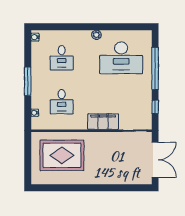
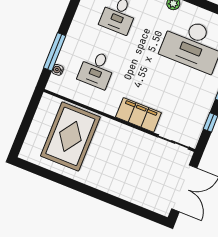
window: (28, 81) -> (55, 52), moved
rug: (62, 155) -> (70, 136), turned 90

